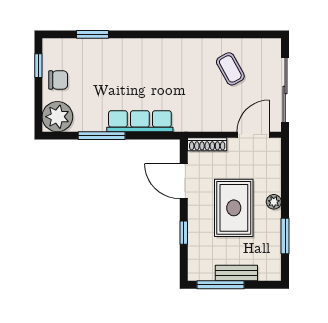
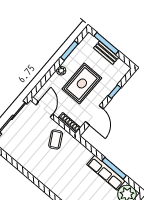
coffee table: (230, 69) -> (56, 139), moved
row of seats: (140, 121) -> (106, 173), moved
door: (253, 135) -> (44, 109), swing flipped
window: (220, 285) -> (106, 43), moved

